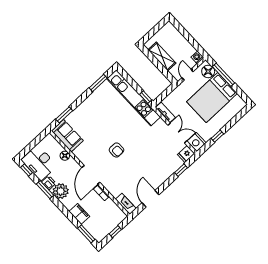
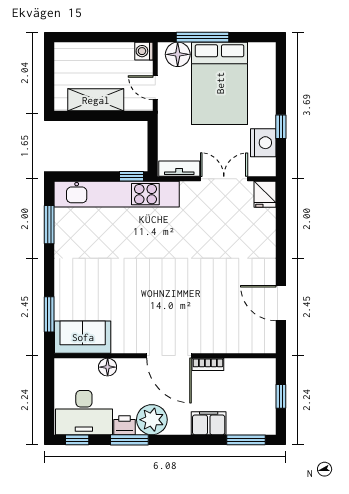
nightstand: (197, 142) -> (263, 143), moved, turned -90
armchair: (116, 150) -> (168, 287), removed
window: (181, 170) -> (281, 222), removed
fireplace: (126, 204) -> (256, 345), removed

